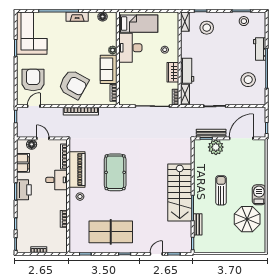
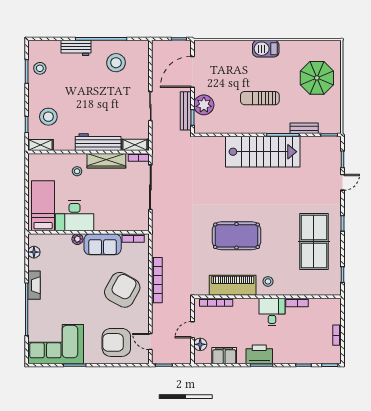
workbench: (187, 71) -> (98, 142), width x1.38
wardrobe: (173, 72) -> (106, 161), width x1.50
door: (241, 138) -> (192, 72), hinge flipped
desk: (57, 180) -> (272, 312), moved
parasol: (247, 219) -> (317, 78), moved
door: (156, 254) -> (342, 182), swing flipped

